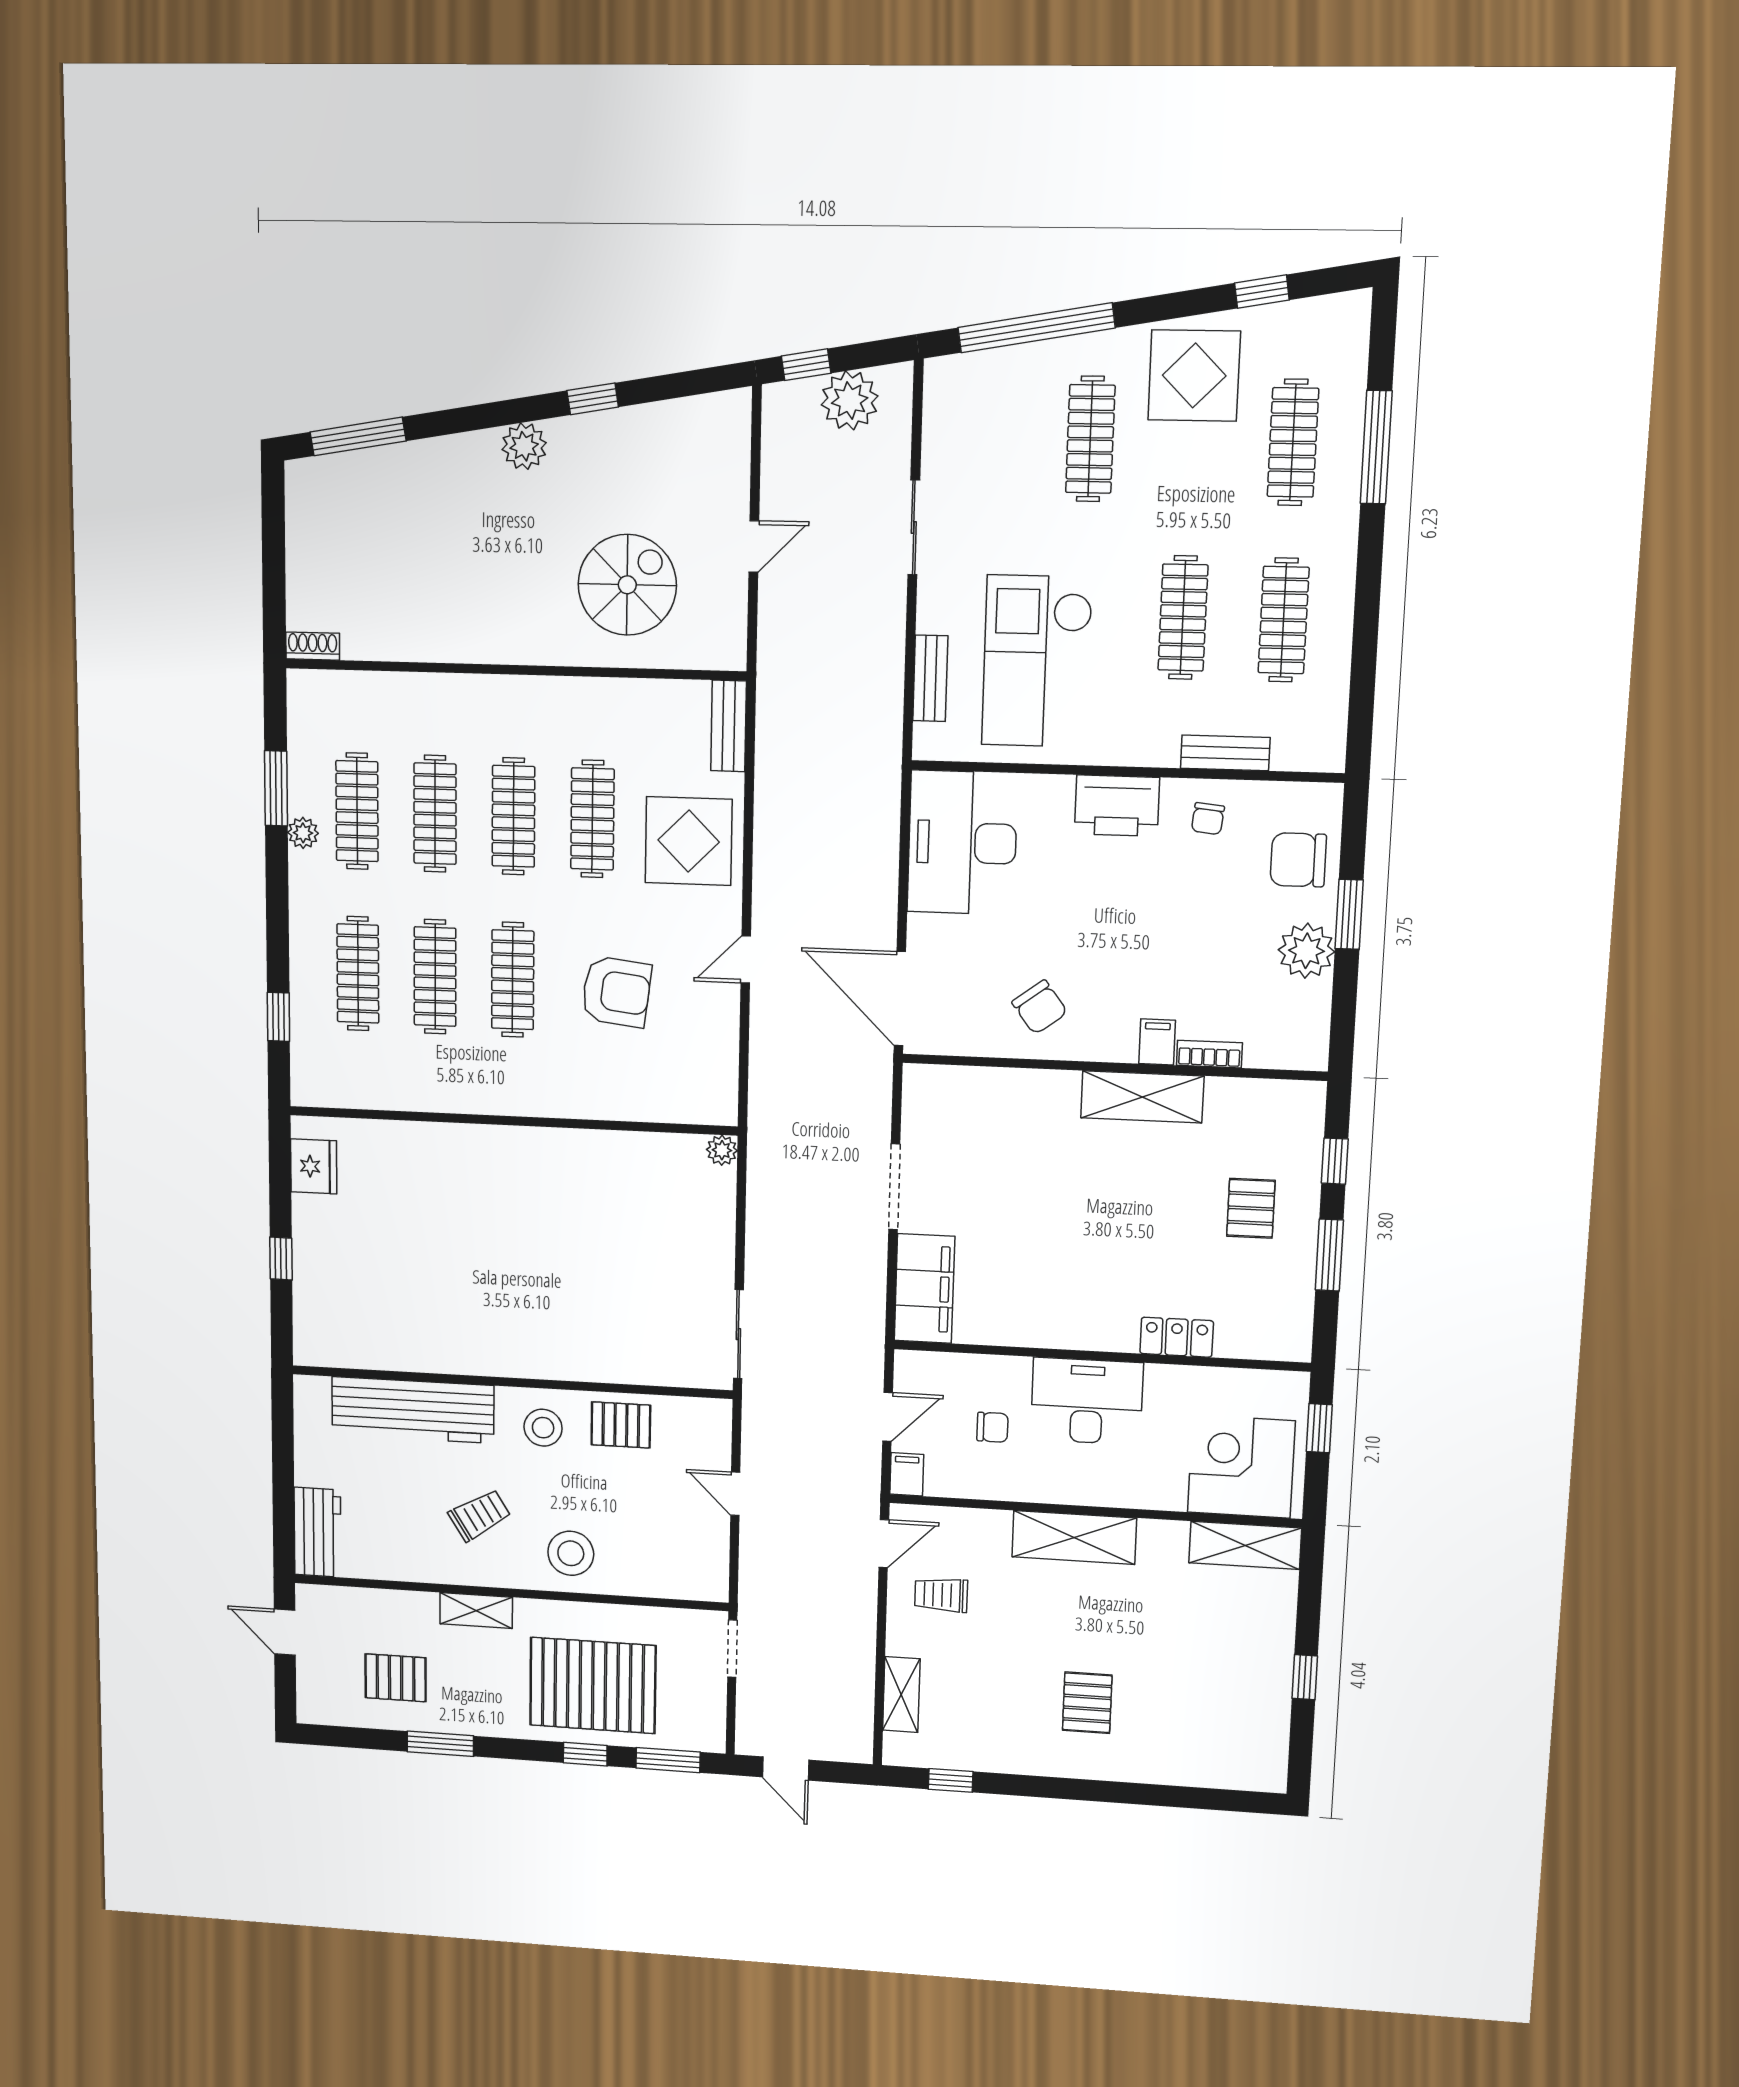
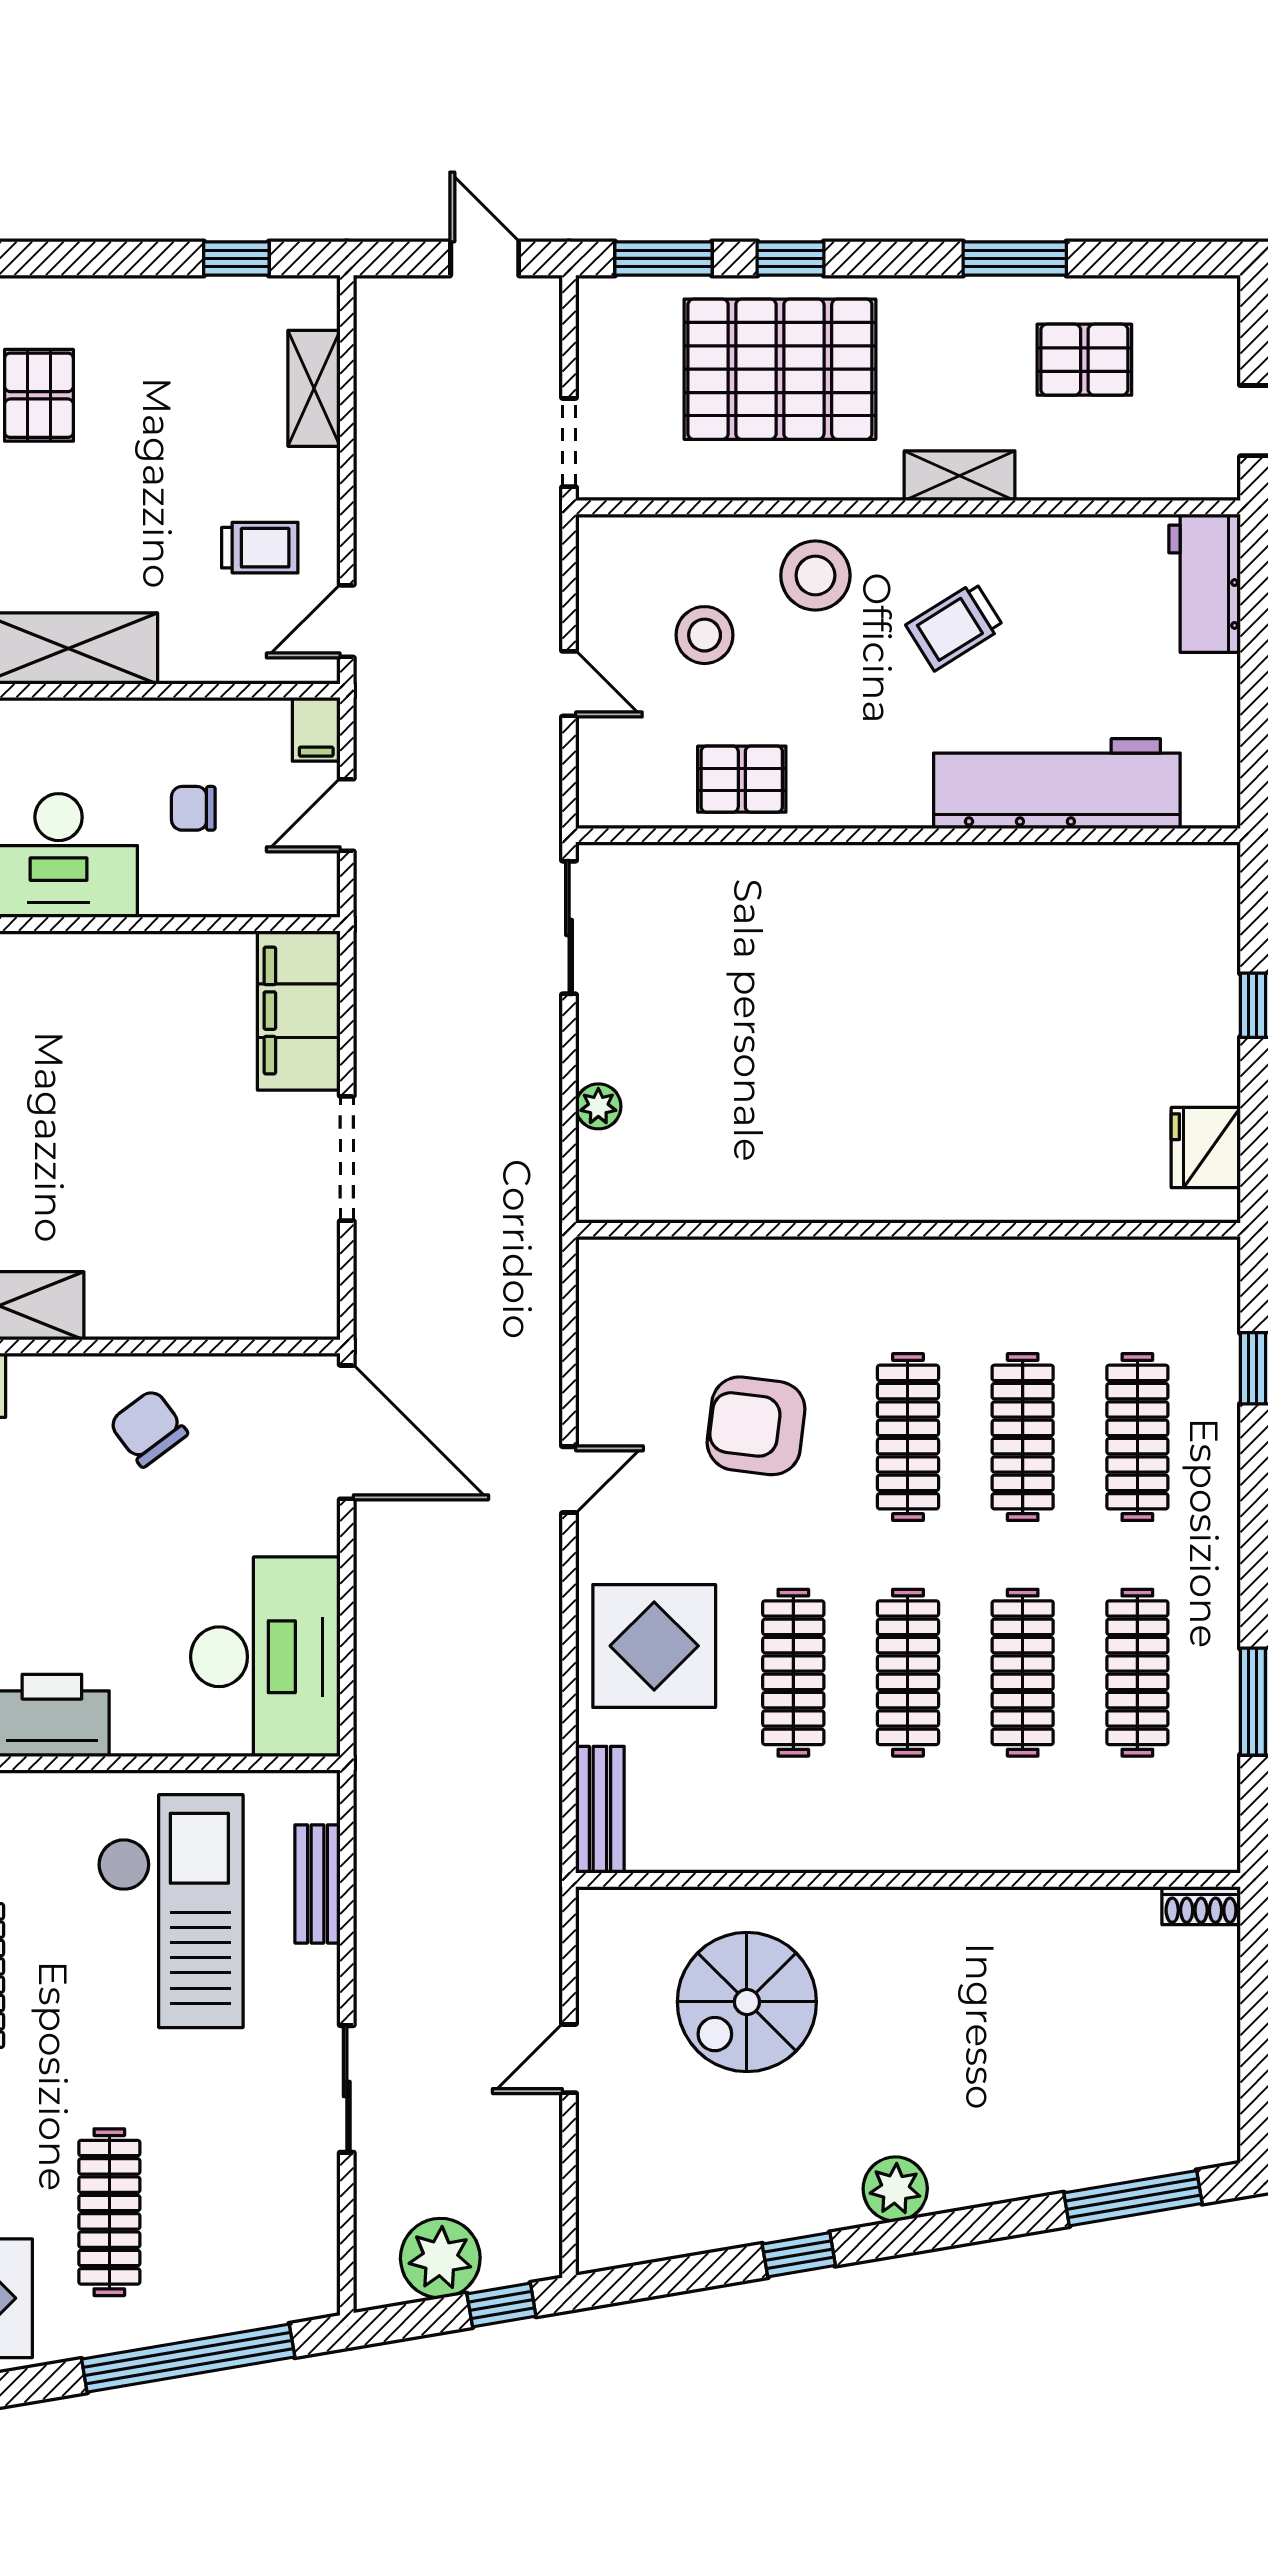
plant: (303, 833) -> (1218, 1639), removed
plant: (722, 1150) -> (598, 1106), moved
stool: (543, 1428) -> (705, 635), moved

